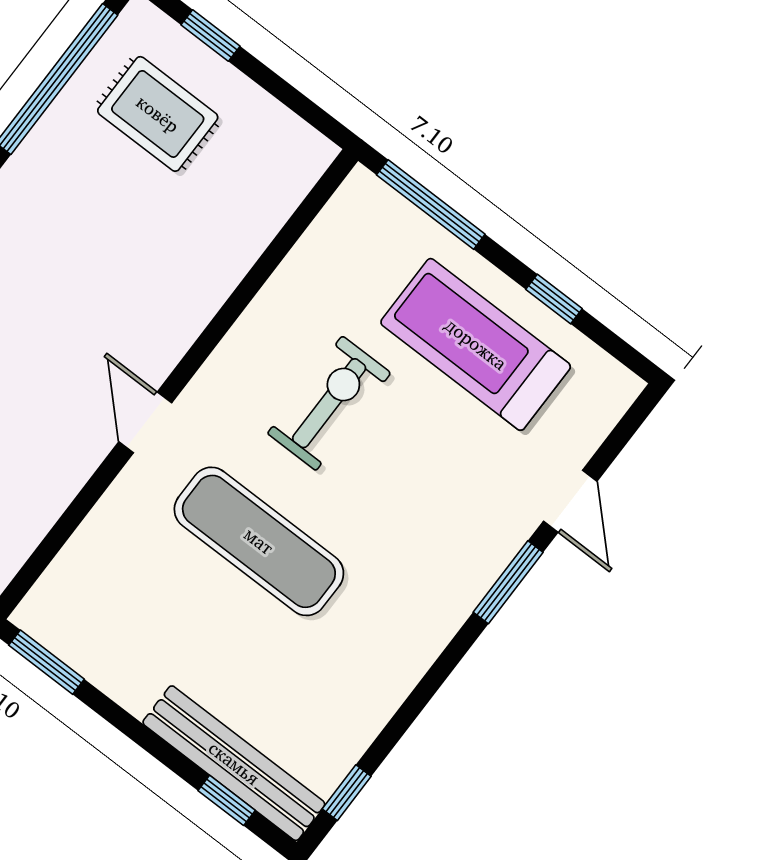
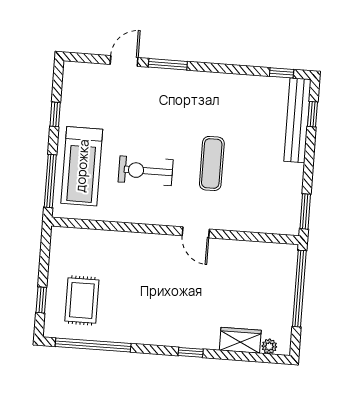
treadmill: (476, 344) -> (82, 166), moved
door: (145, 422) -> (196, 232), hinge flipped
exercise mat: (259, 541) -> (212, 163), width x0.73, depth x0.69

